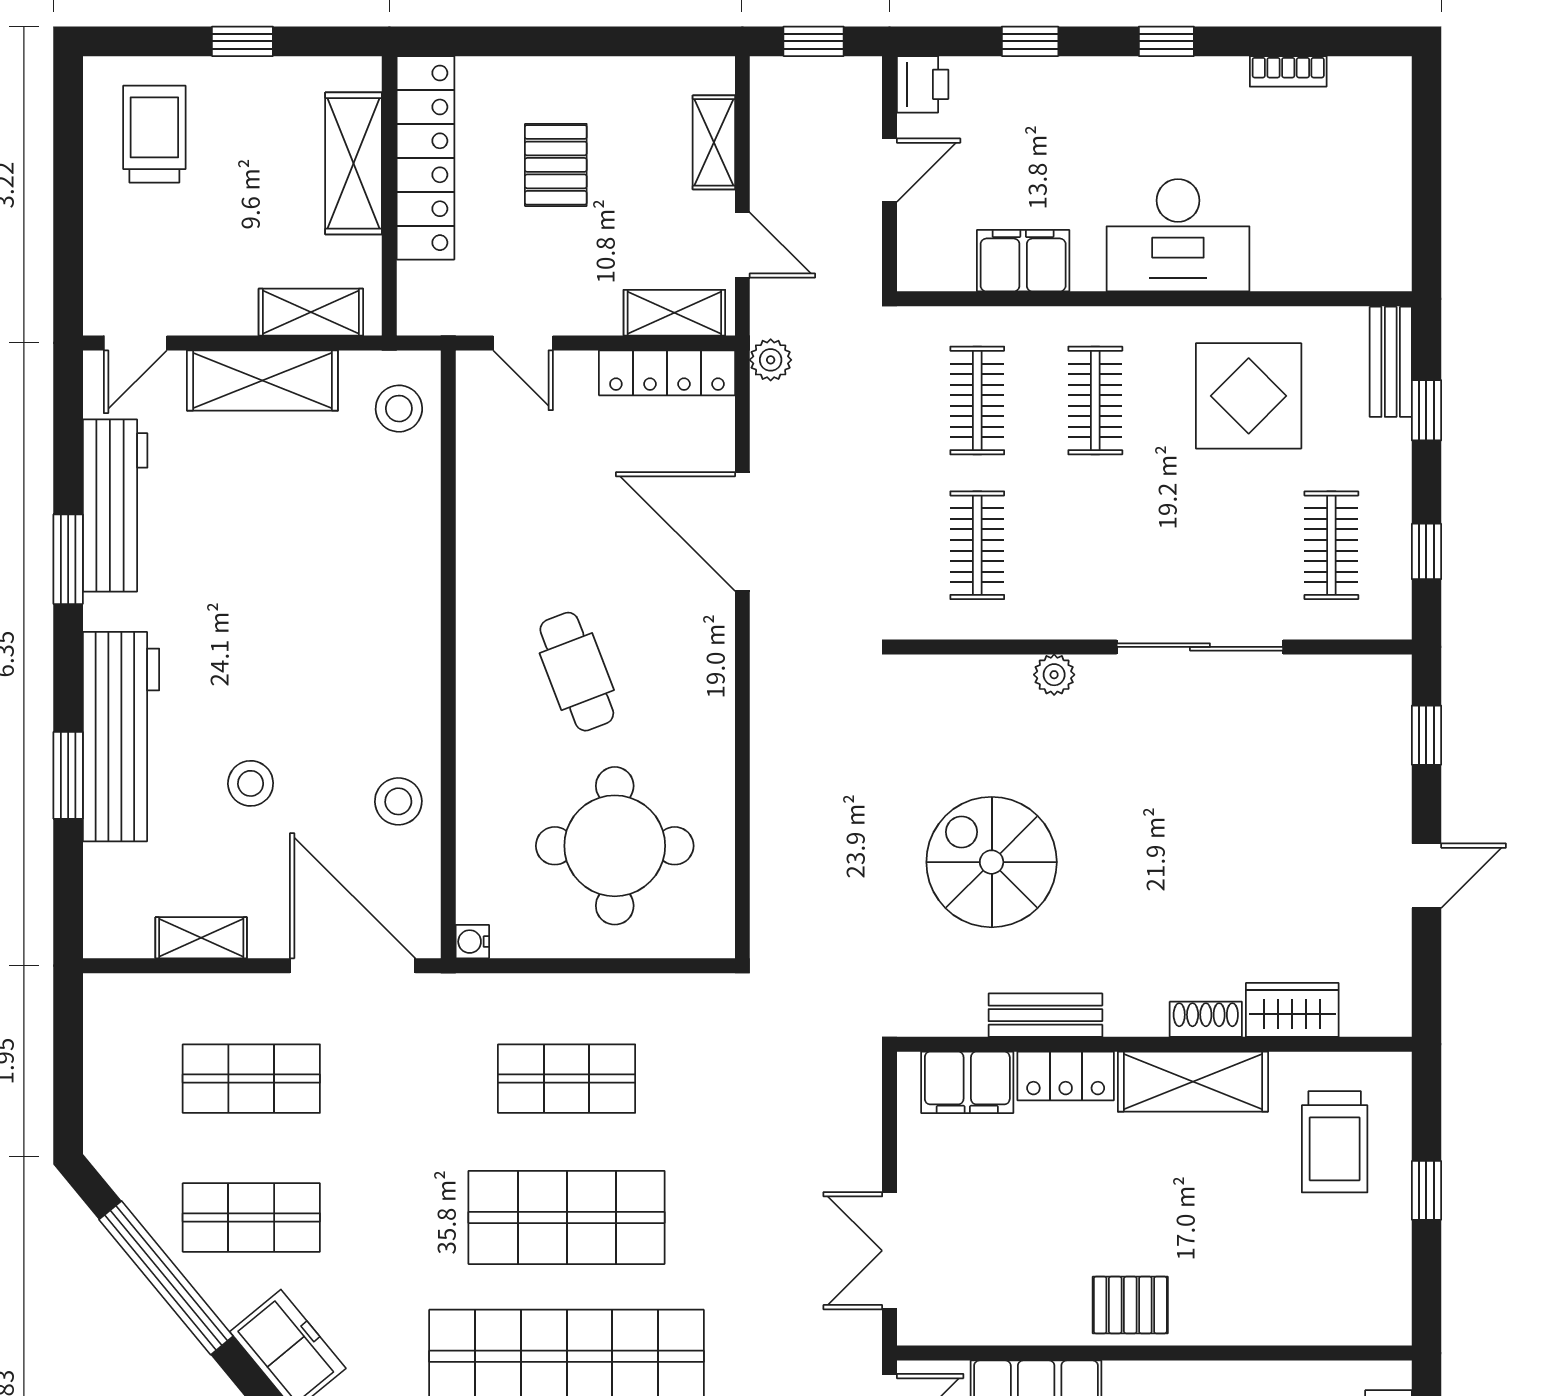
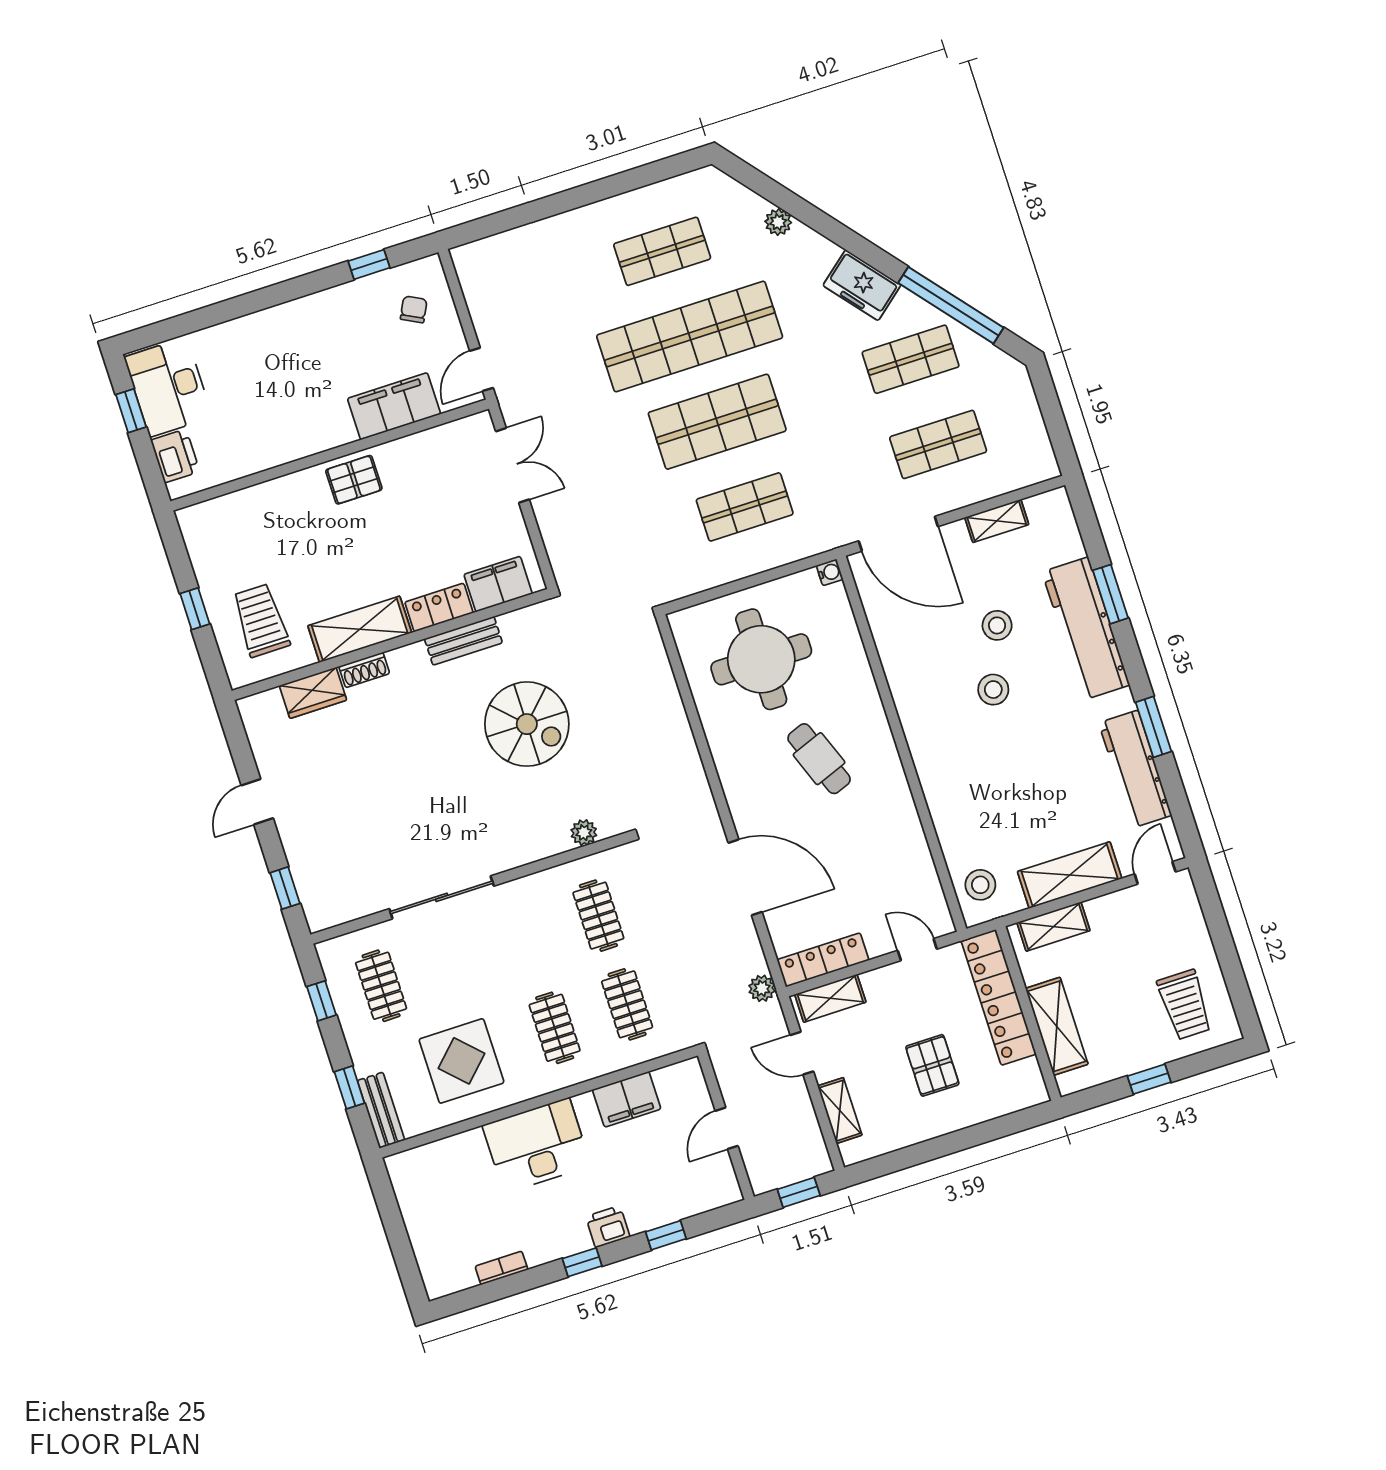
printer: (923, 84) -> (608, 1227), moved, turned 90
locker: (425, 158) -> (999, 997), moved
plant: (1054, 675) -> (584, 833), moved
stool: (398, 801) -> (993, 690), moved

